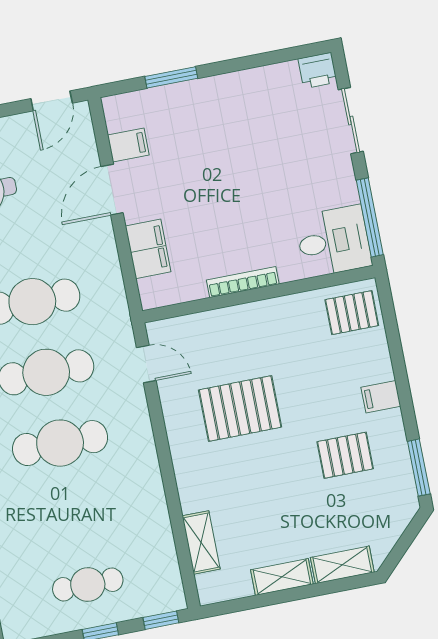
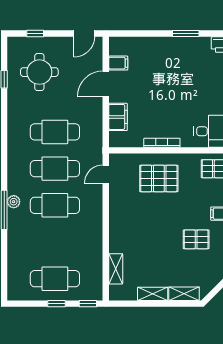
window: (171, 77) -> (186, 34), moved
door: (146, 364) -> (106, 174), swing flipped
pallet: (240, 409) -> (159, 178), moved
cafe table: (88, 584) -> (55, 279), width x1.37, depth x1.35

